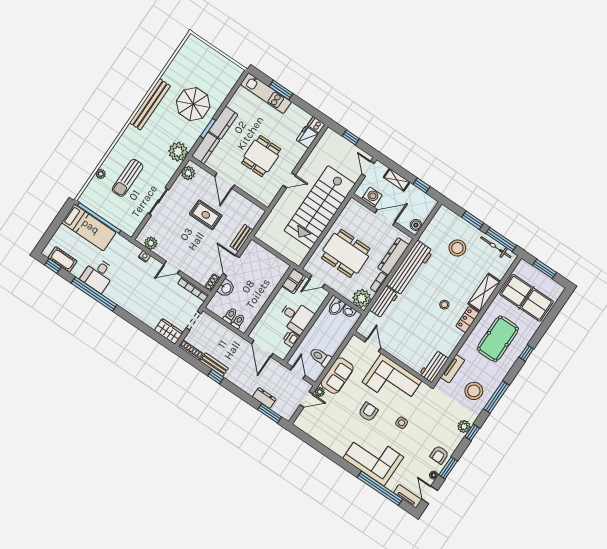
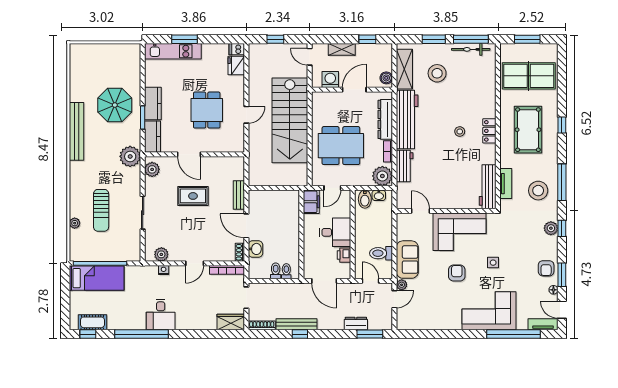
desk: (98, 275) -> (161, 315), moved
shelving: (484, 293) -> (404, 69), moved
bench: (214, 365) -> (297, 324), width x1.36
workbench: (434, 366) -> (488, 187), width x1.38

